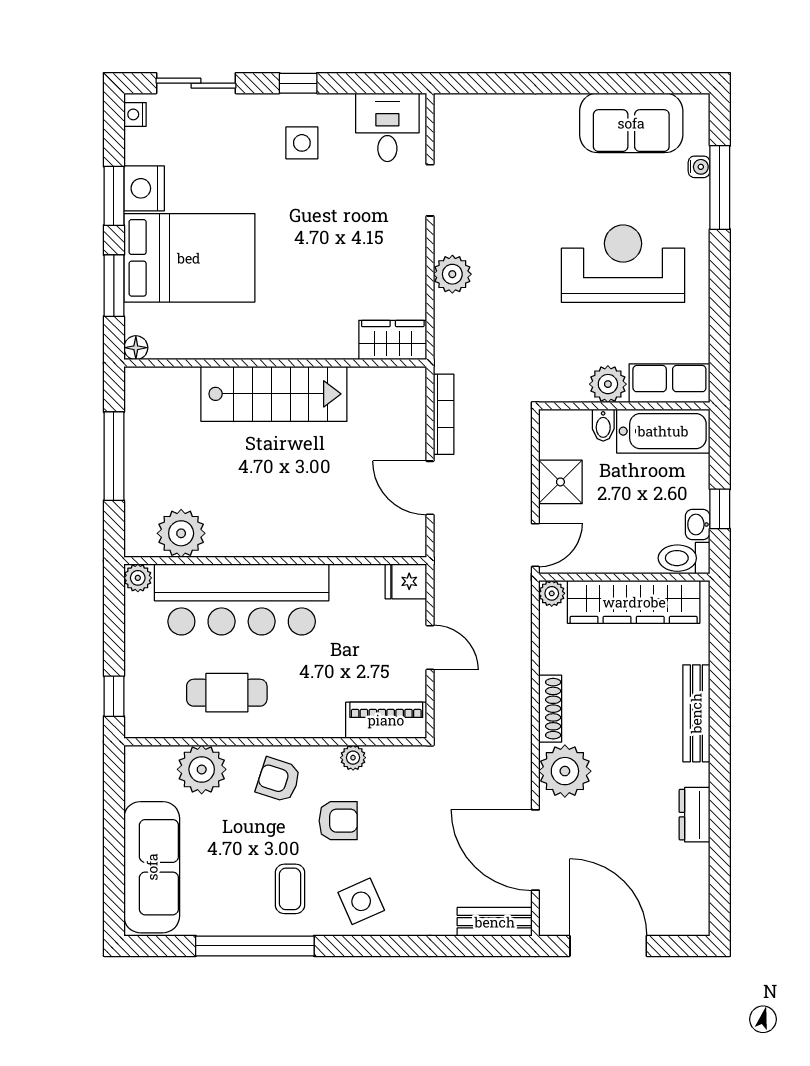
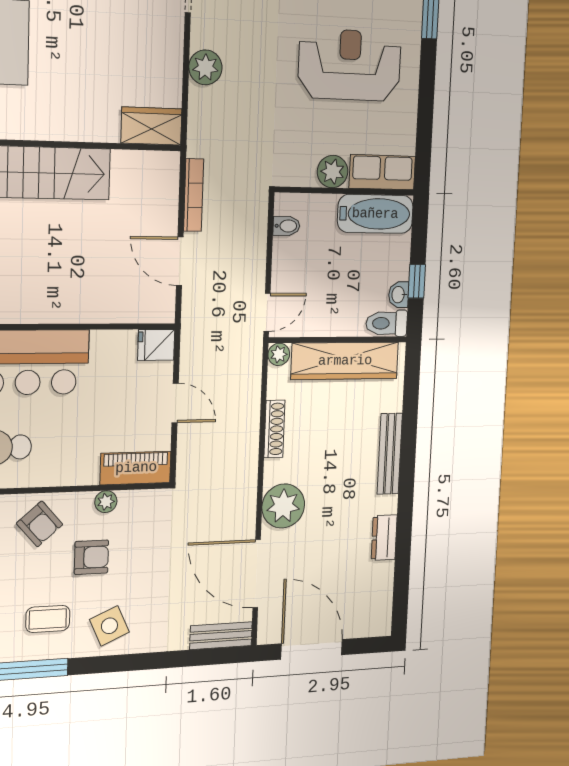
bidet: (603, 425) -> (286, 226), moved, turned -90
shower: (560, 482) -> (290, 257), removed
shoe rack: (550, 709) -> (274, 429), moved
armchair: (278, 780) -> (40, 524), turned -149
coffee table: (290, 889) -> (48, 619), turned 90

